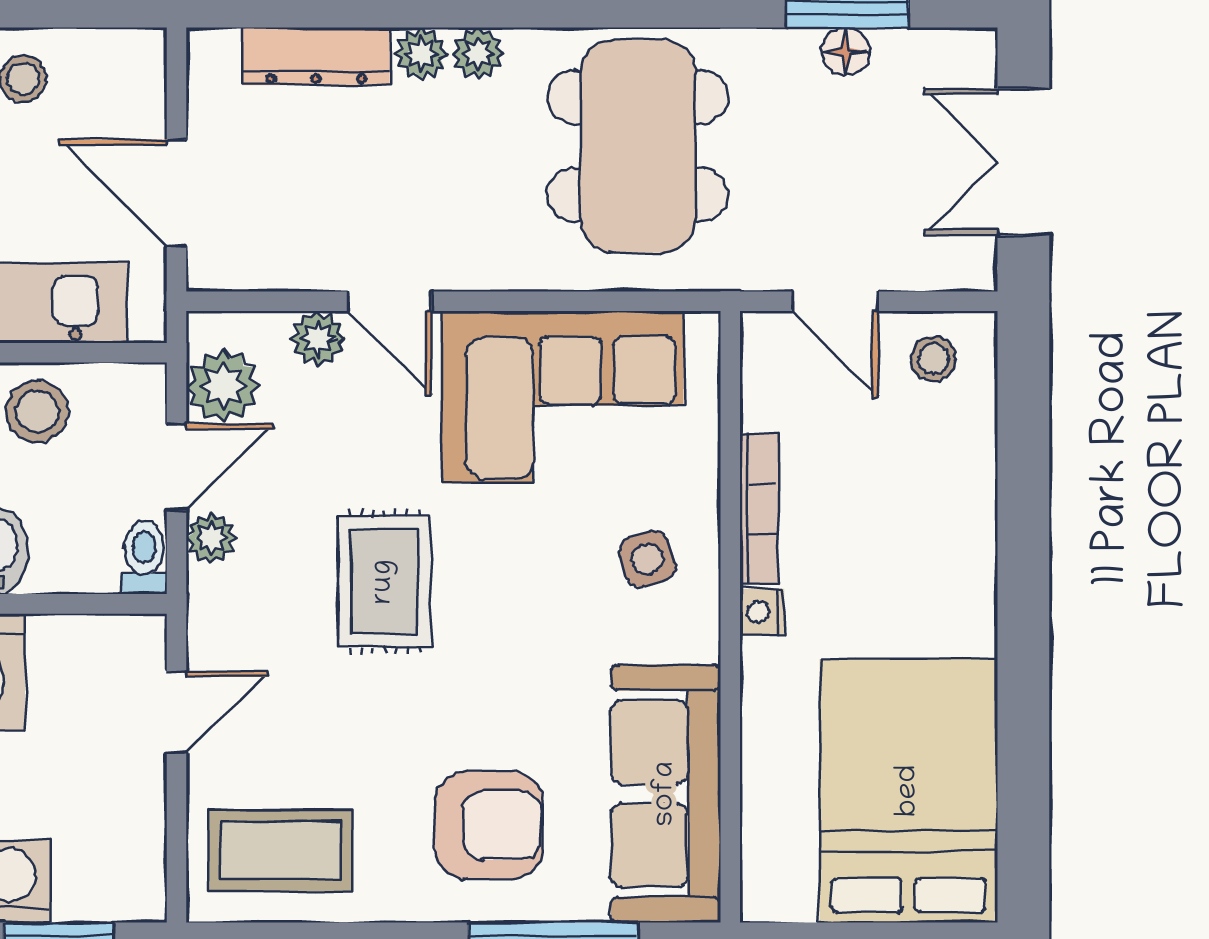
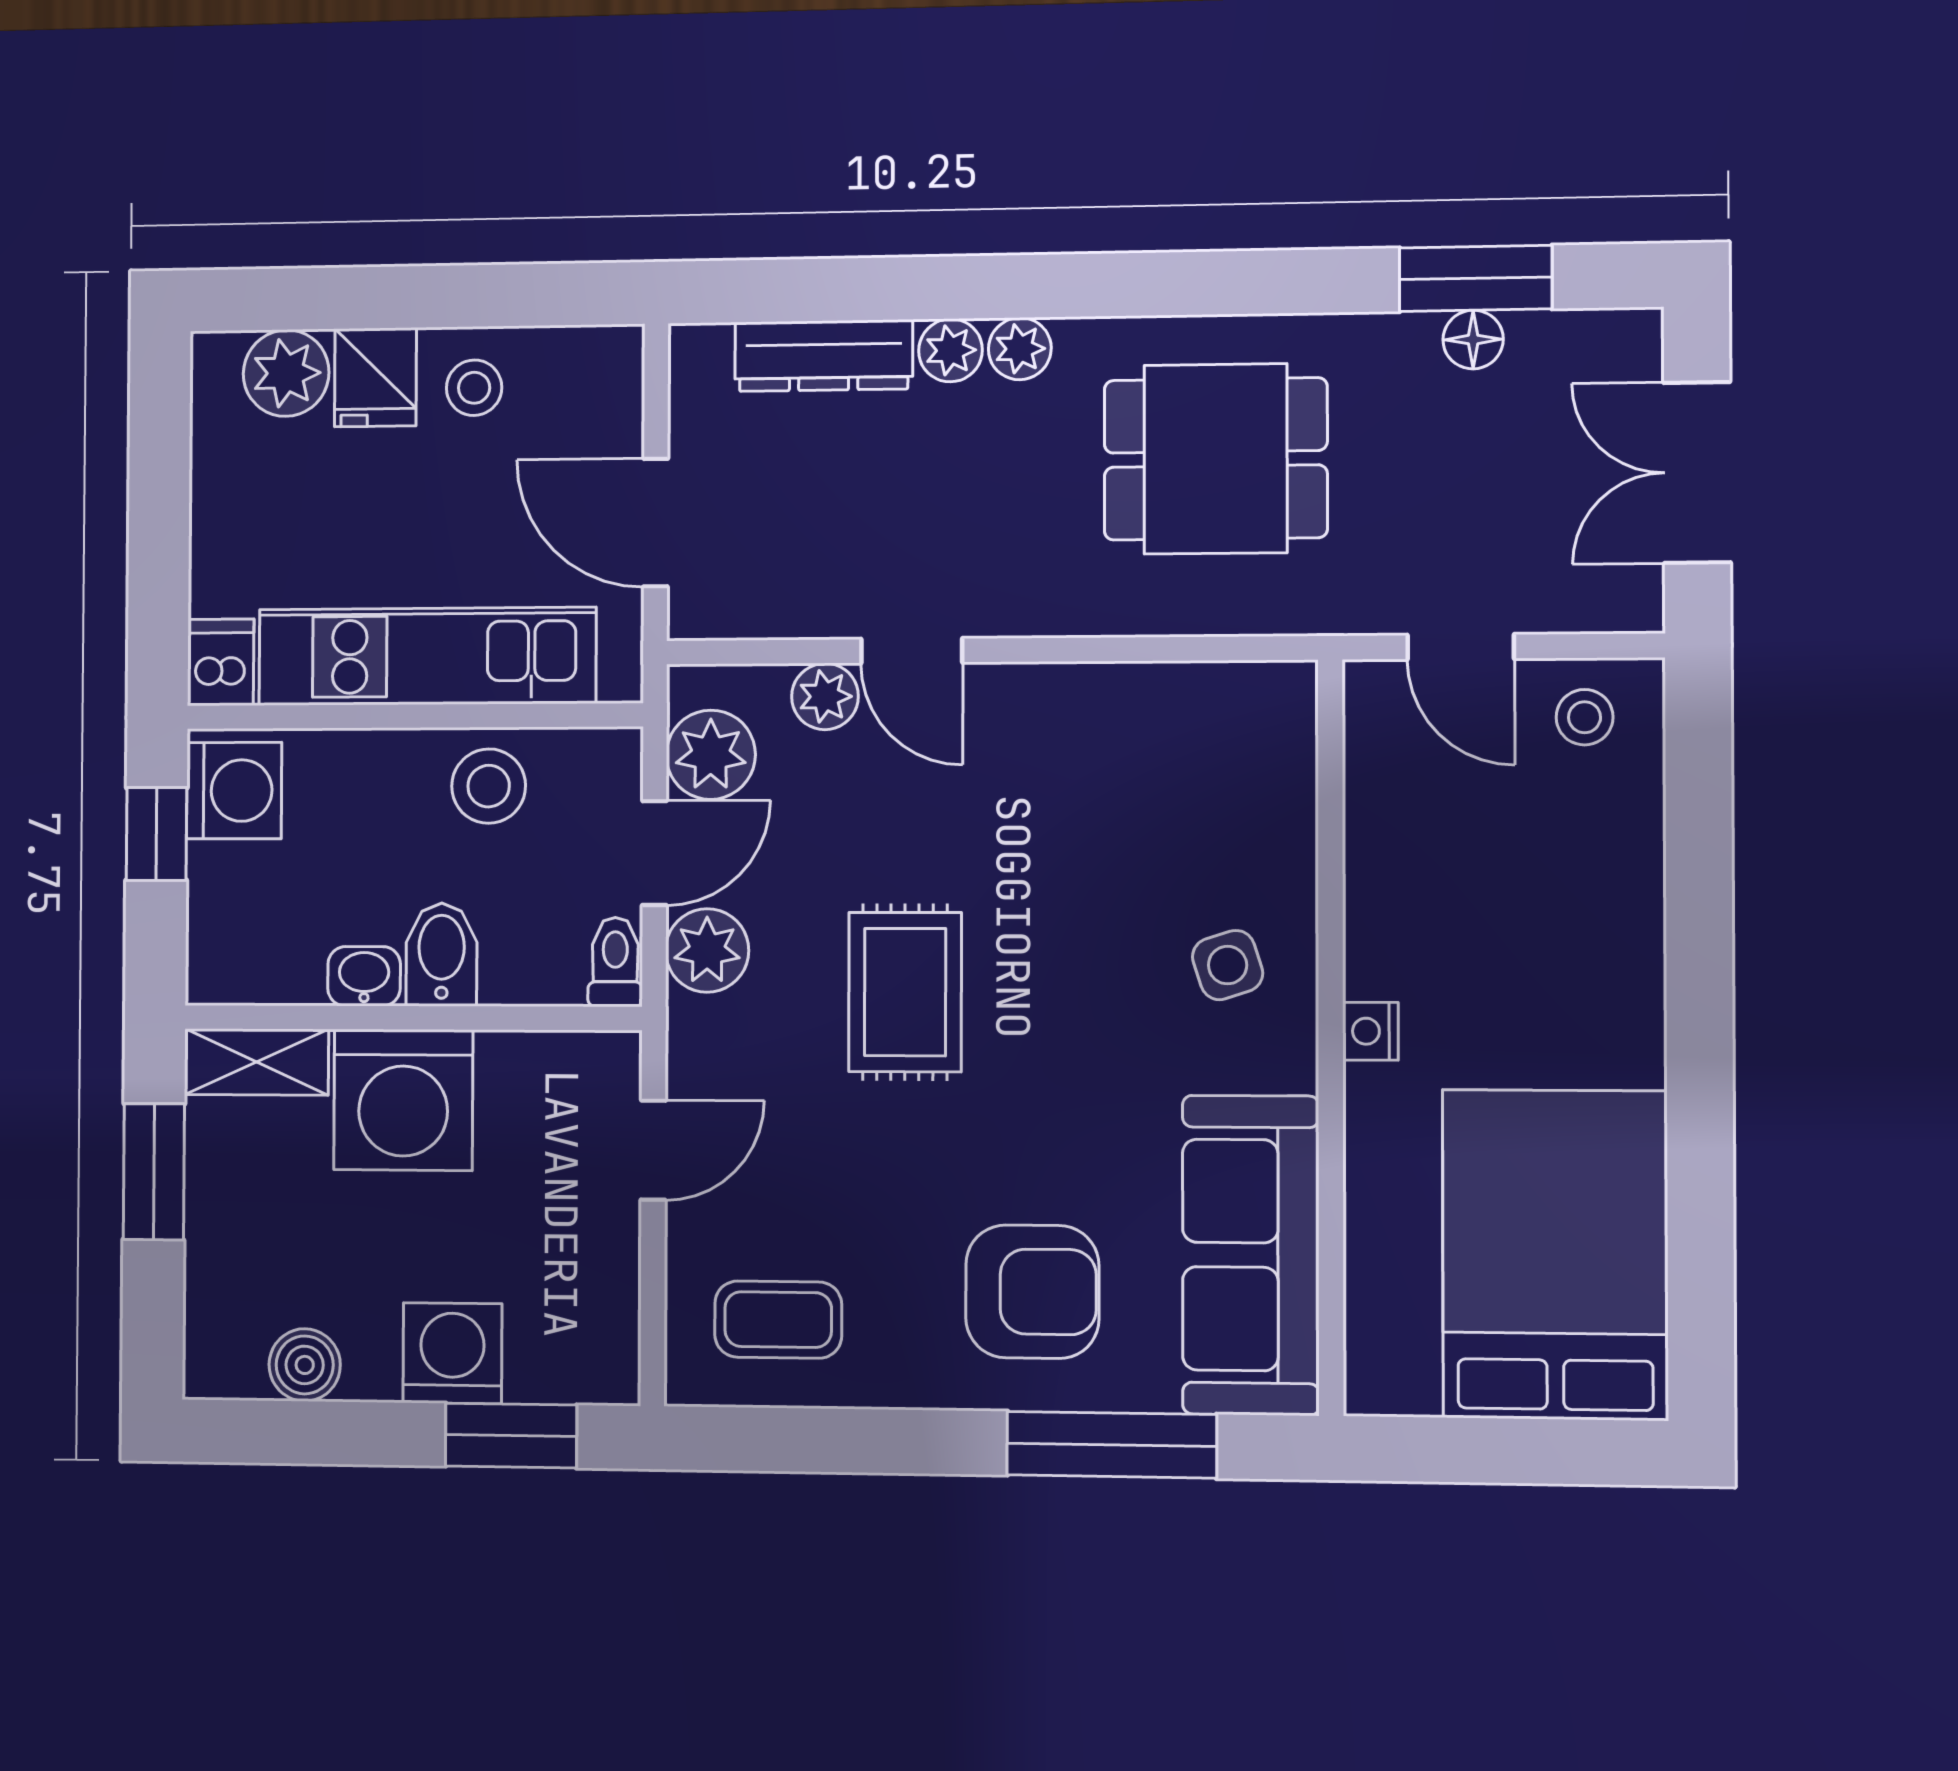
dining table: (638, 146) -> (1216, 459), width x0.73
corner sofa: (563, 397) -> (1123, 766), removed
bookcase: (759, 509) -> (1367, 903), removed
plant: (211, 538) -> (707, 950), width x1.38, depth x1.38
coffee table: (281, 850) -> (778, 1320), width x0.73, depth x0.77

